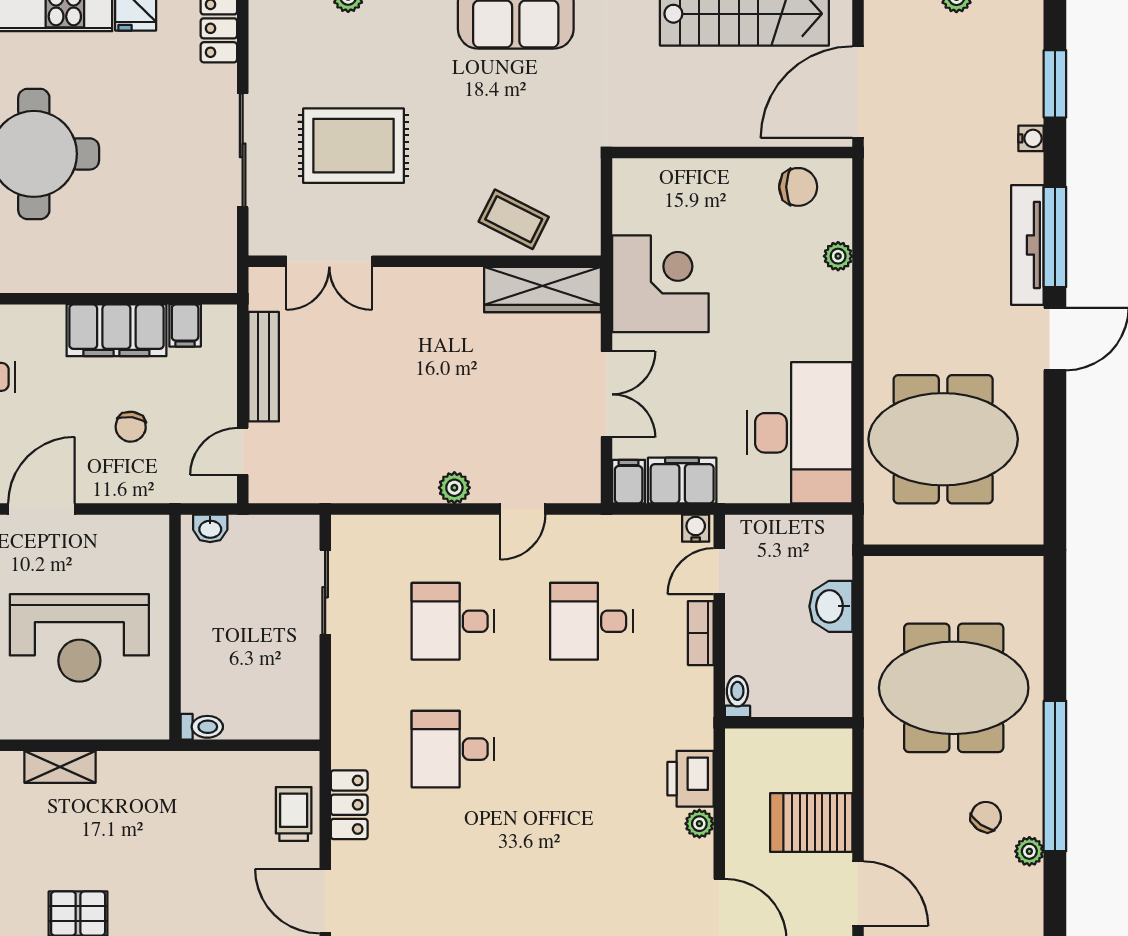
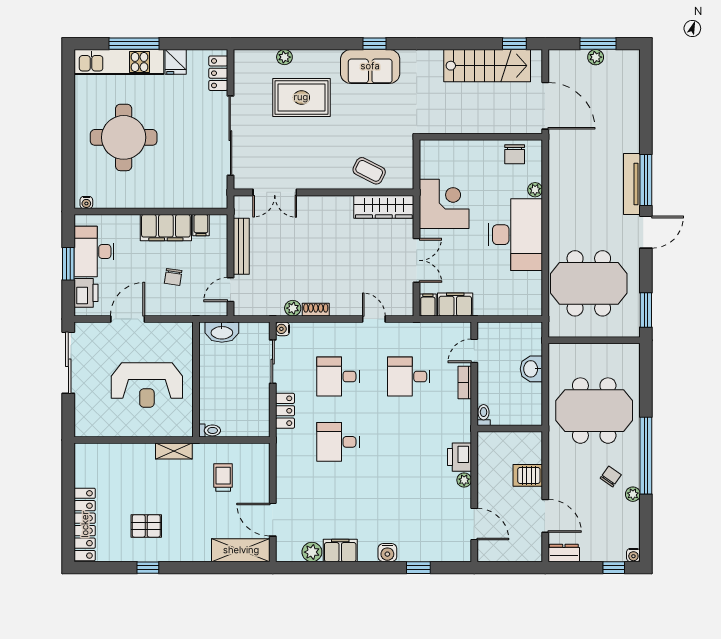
window: (1055, 84) -> (646, 310), moved
door: (858, 92) -> (545, 106), swing flipped
water cooler: (1031, 138) -> (634, 129), removed
rug: (354, 146) -> (301, 97), moved
sliding door: (243, 150) -> (230, 136), width x1.36
chair: (798, 187) -> (515, 154), turned 90
desk: (799, 433) -> (515, 235), moved
plant: (454, 488) -> (293, 308), moved
shoe rack: (409, 491) -> (316, 310), added
door: (523, 509) -> (374, 319), swing flipped
washbasin: (210, 528) -> (222, 332), width x1.91, depth x1.45
water cooler: (696, 528) -> (282, 329), moved, turned -90
shelving: (60, 767) -> (174, 451), moved
locker: (349, 805) -> (285, 411), moved
trolley: (294, 814) -> (223, 478), moved
server rack: (811, 823) -> (528, 475), width x0.73, depth x0.70

